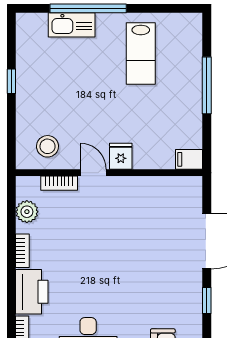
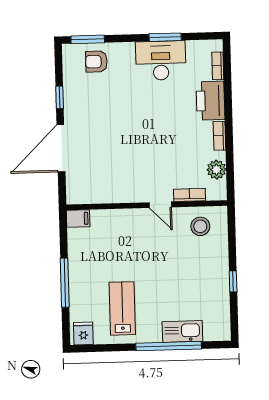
fridge: (121, 156) -> (83, 333), moved, turned 180

